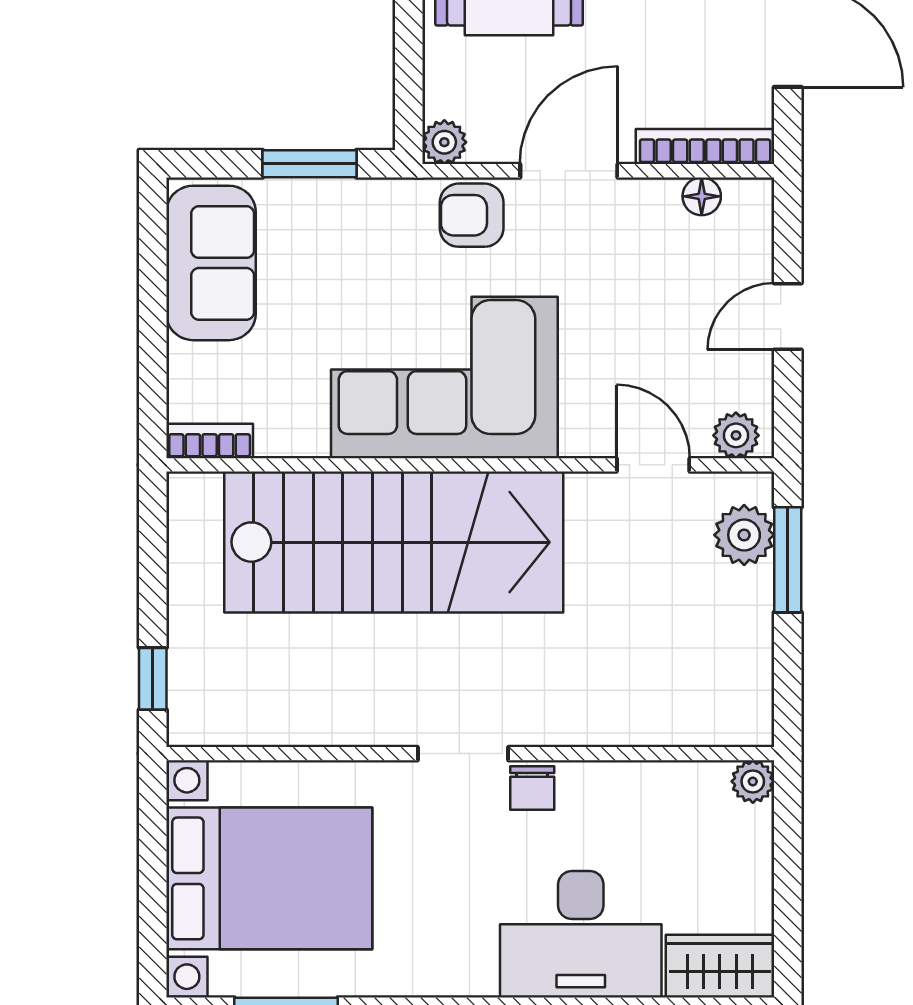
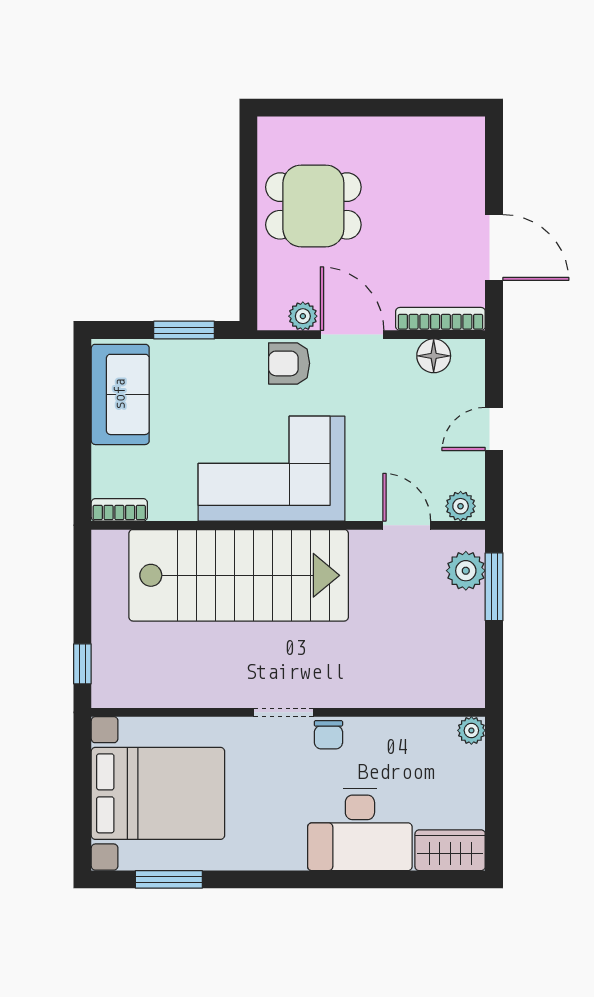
plant: (444, 142) -> (303, 316), moved
door: (569, 171) -> (352, 335), hinge flipped
floor lamp: (702, 196) -> (434, 356), width x1.37, depth x1.37

